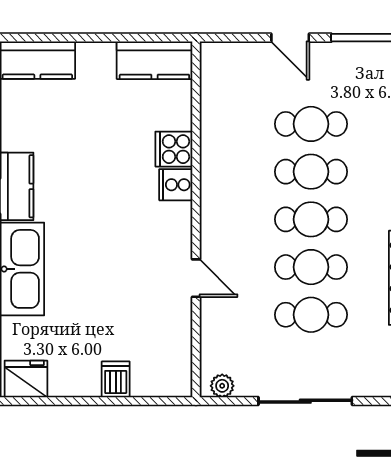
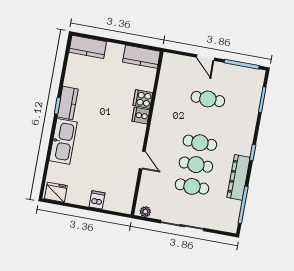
cafe table: (311, 172) -> (204, 121), removed

